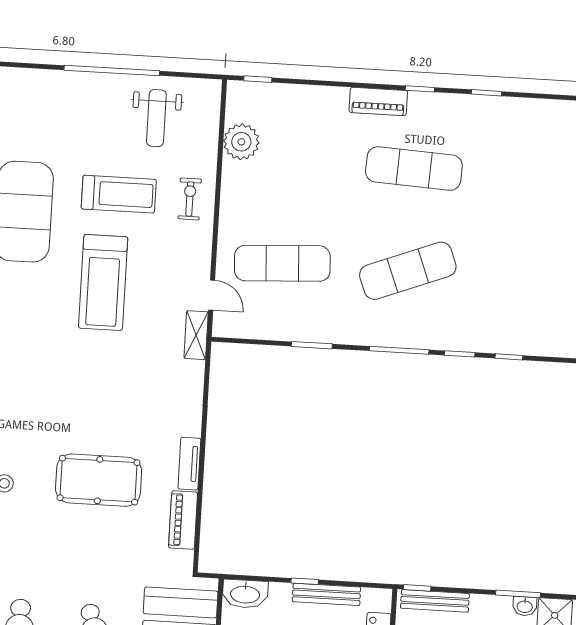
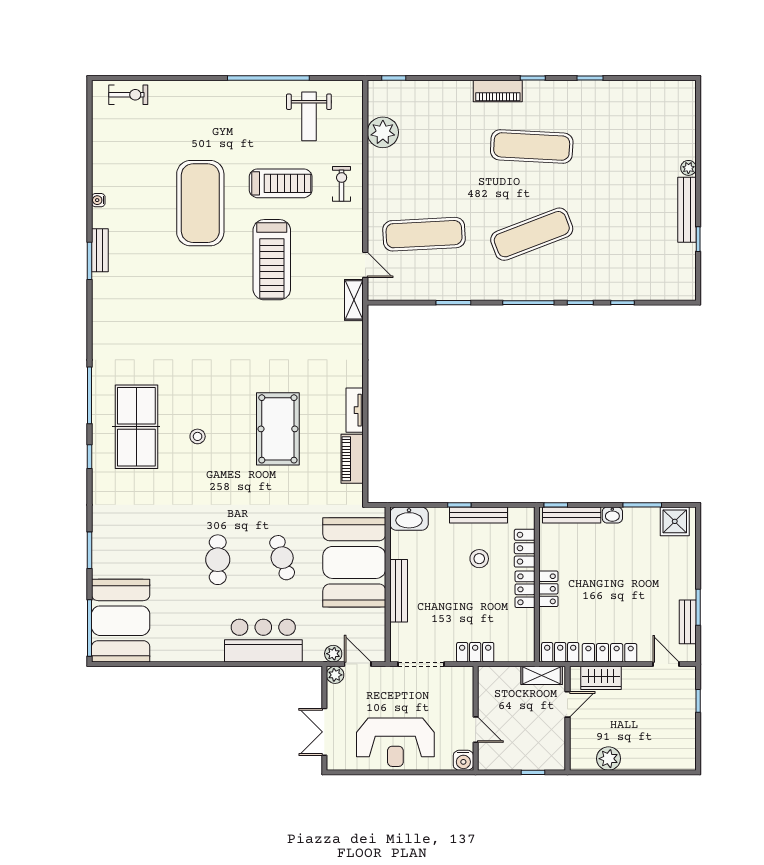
pool table: (99, 480) -> (278, 429), turned 90
washbasin: (525, 606) -> (612, 515), moved

